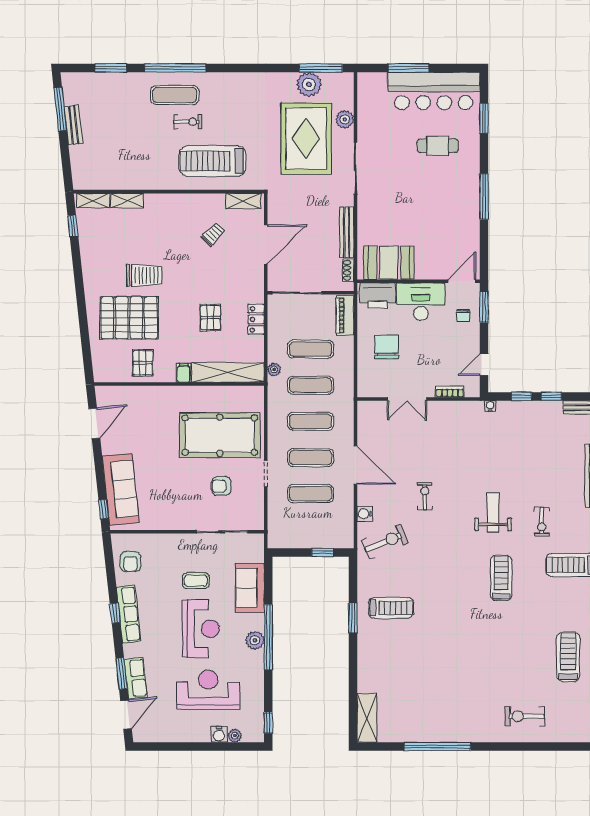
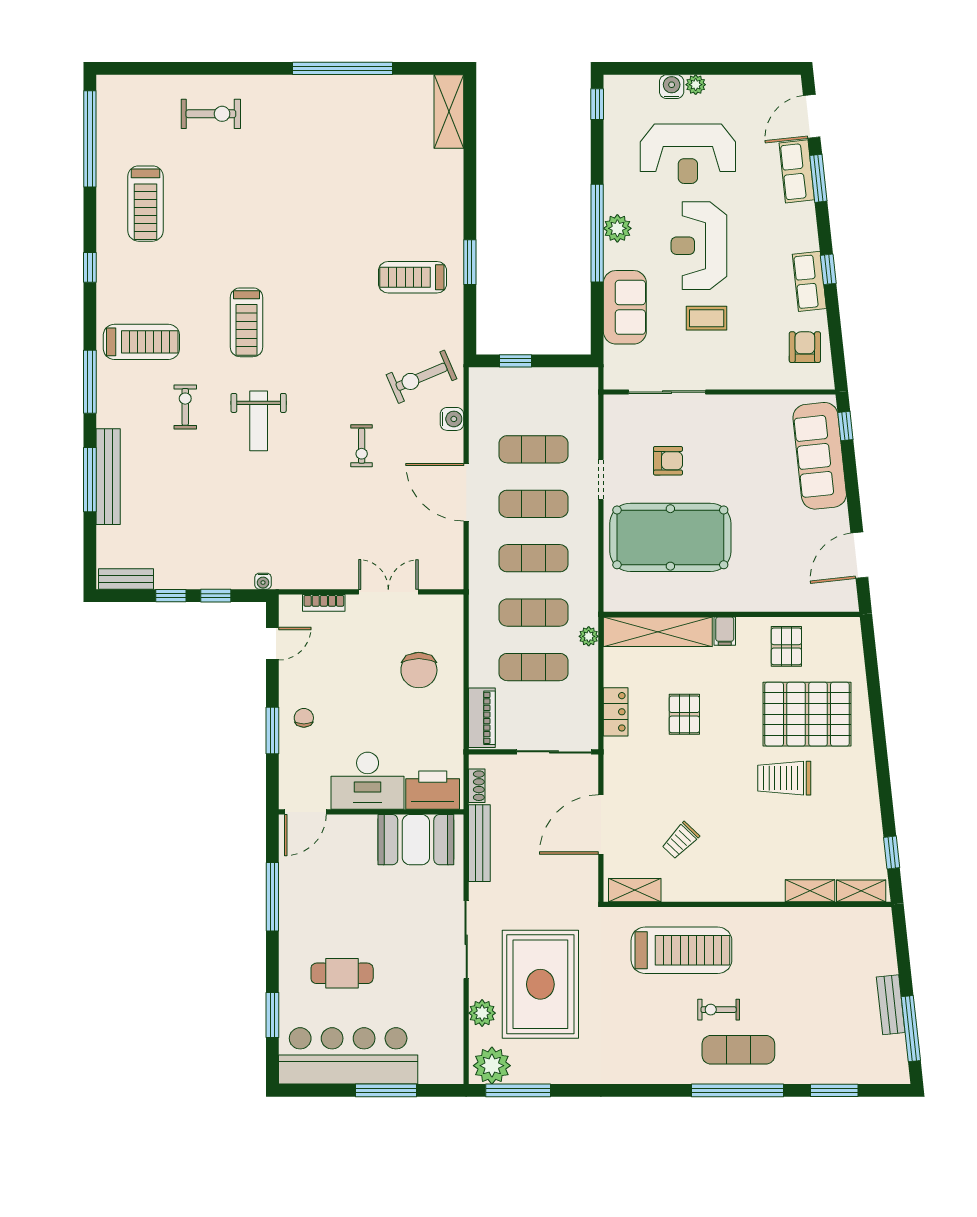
plant: (309, 85) -> (492, 1066), moved
booth: (389, 263) -> (416, 840), moved
wall: (418, 281) -> (371, 812), moved
door: (462, 281) -> (305, 812), moved
printer: (378, 296) -> (433, 790), moved
desk: (421, 302) -> (368, 781), moved
row of seats: (128, 614) -> (809, 281), width x0.68
plant: (235, 736) -> (696, 85), moved

